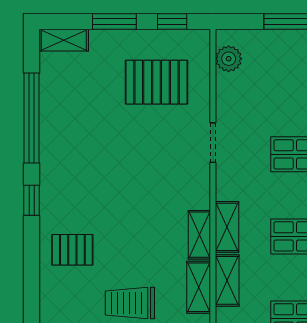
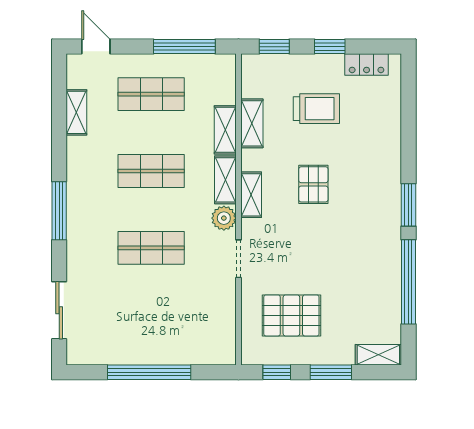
plant: (229, 59) -> (224, 218), moved
window: (32, 200) -> (408, 205), width x1.50
shelving: (199, 235) -> (251, 195), moved
pallet: (72, 250) -> (313, 184), moved, turned 90

